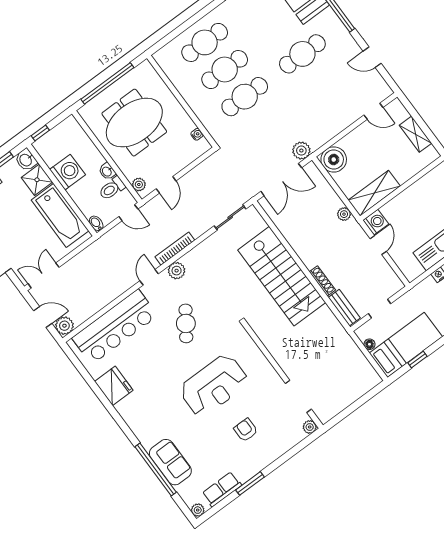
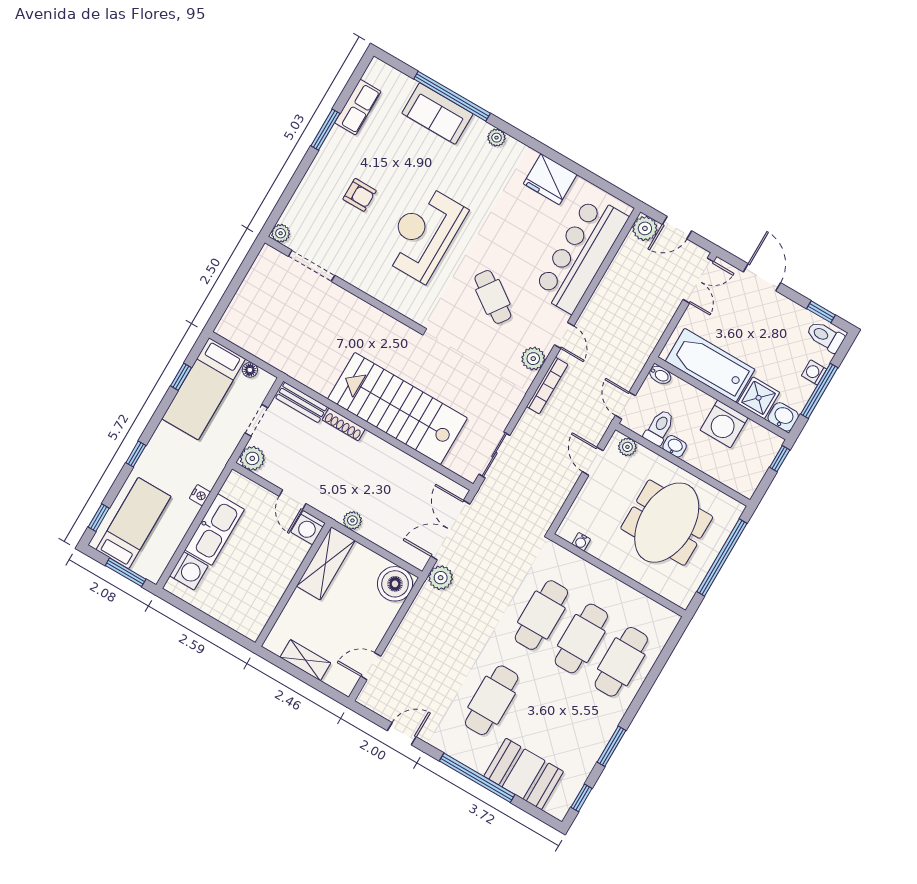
door: (128, 213) -> (625, 406), hinge flipped
plant: (393, 284) -> (252, 458), added
plant: (198, 510) -> (497, 138), moved

